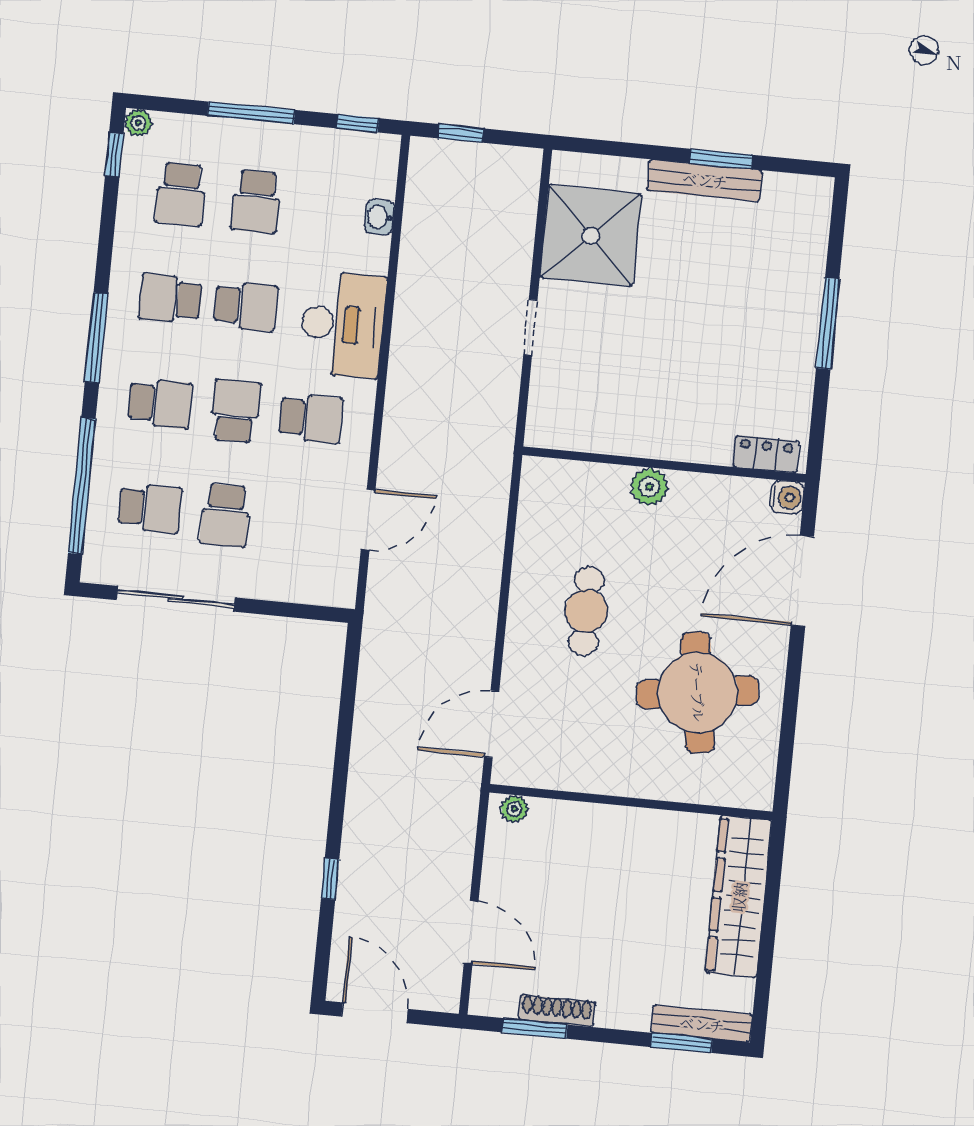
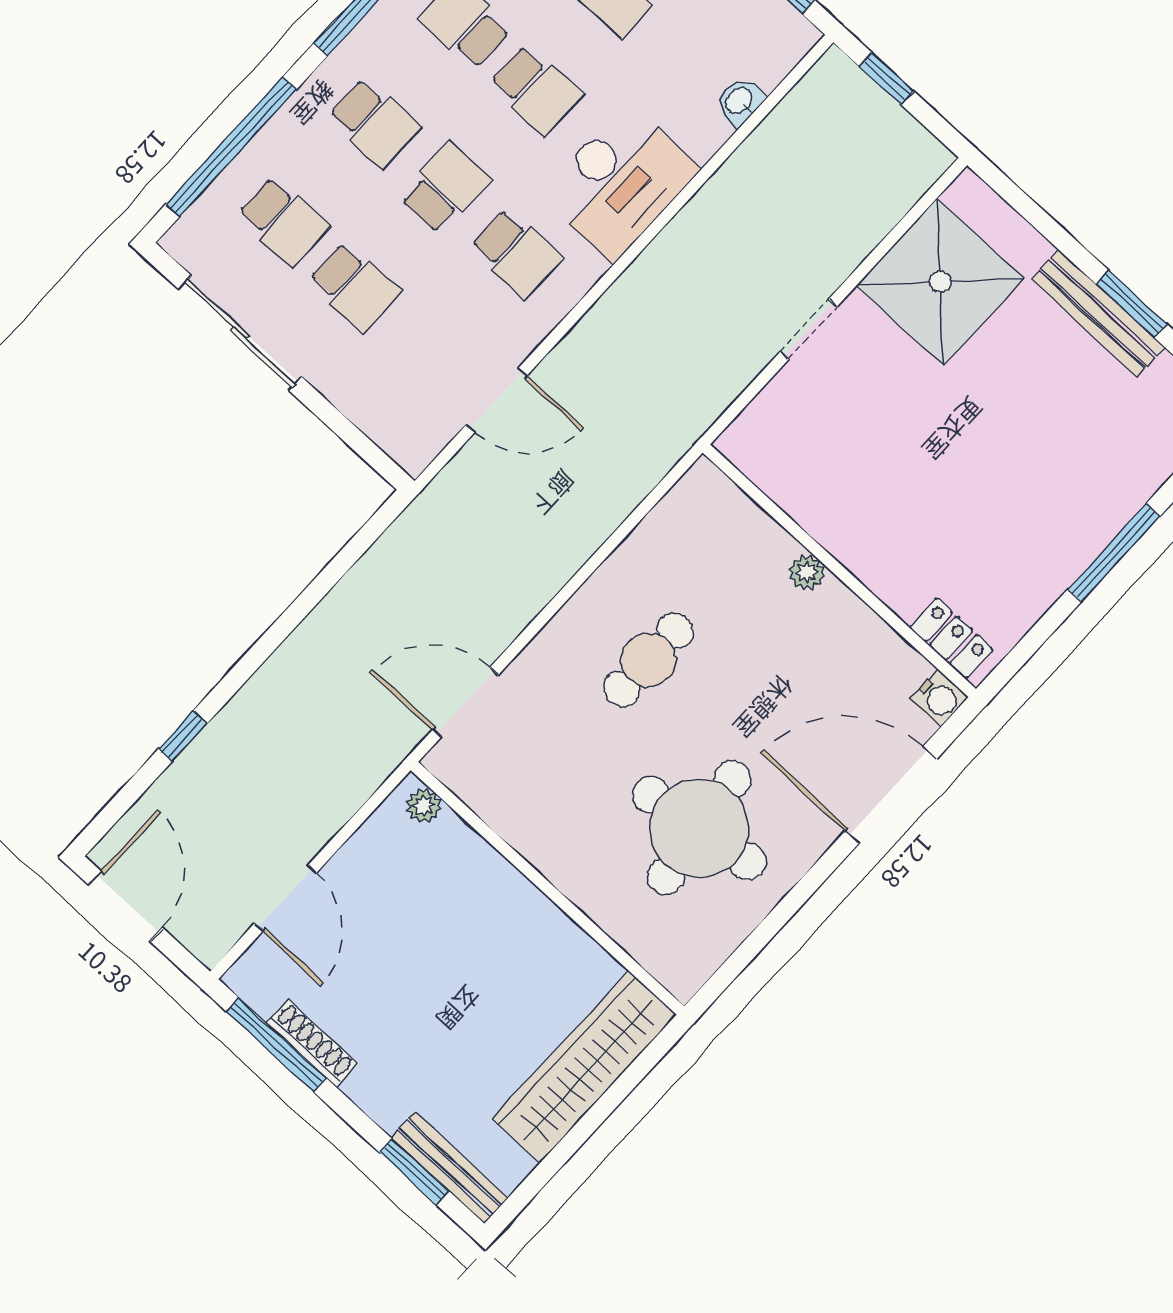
plant: (649, 487) -> (807, 573), width x0.73, depth x0.73
school desk: (225, 516) -> (354, 286), turned -90
window: (535, 1028) -> (276, 1045), width x1.44

